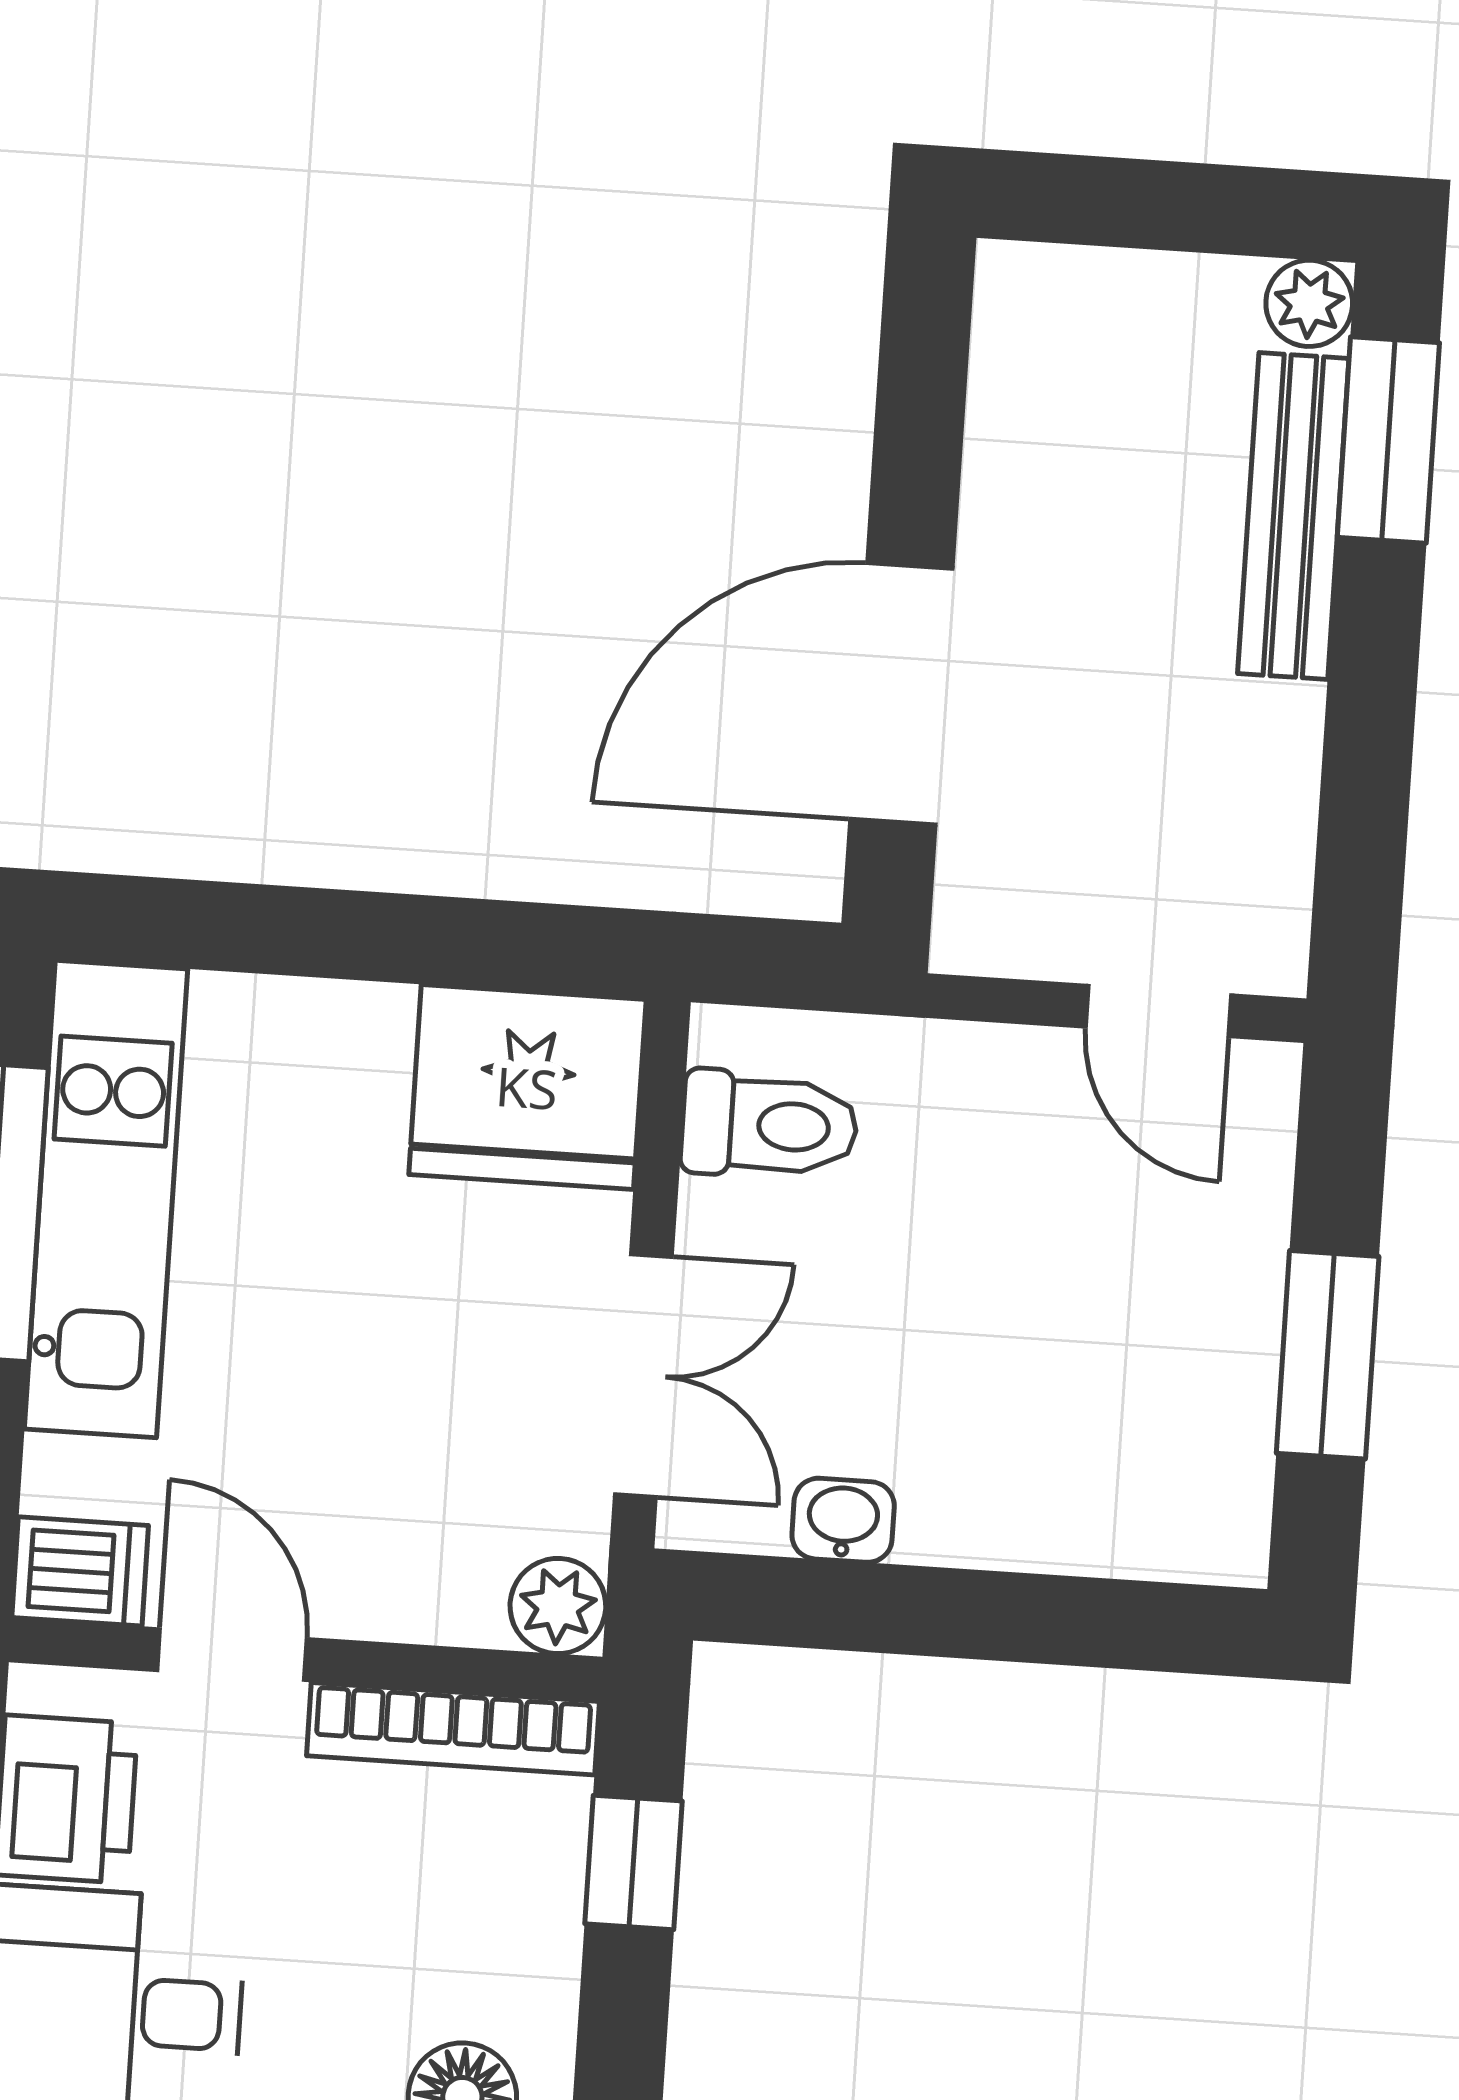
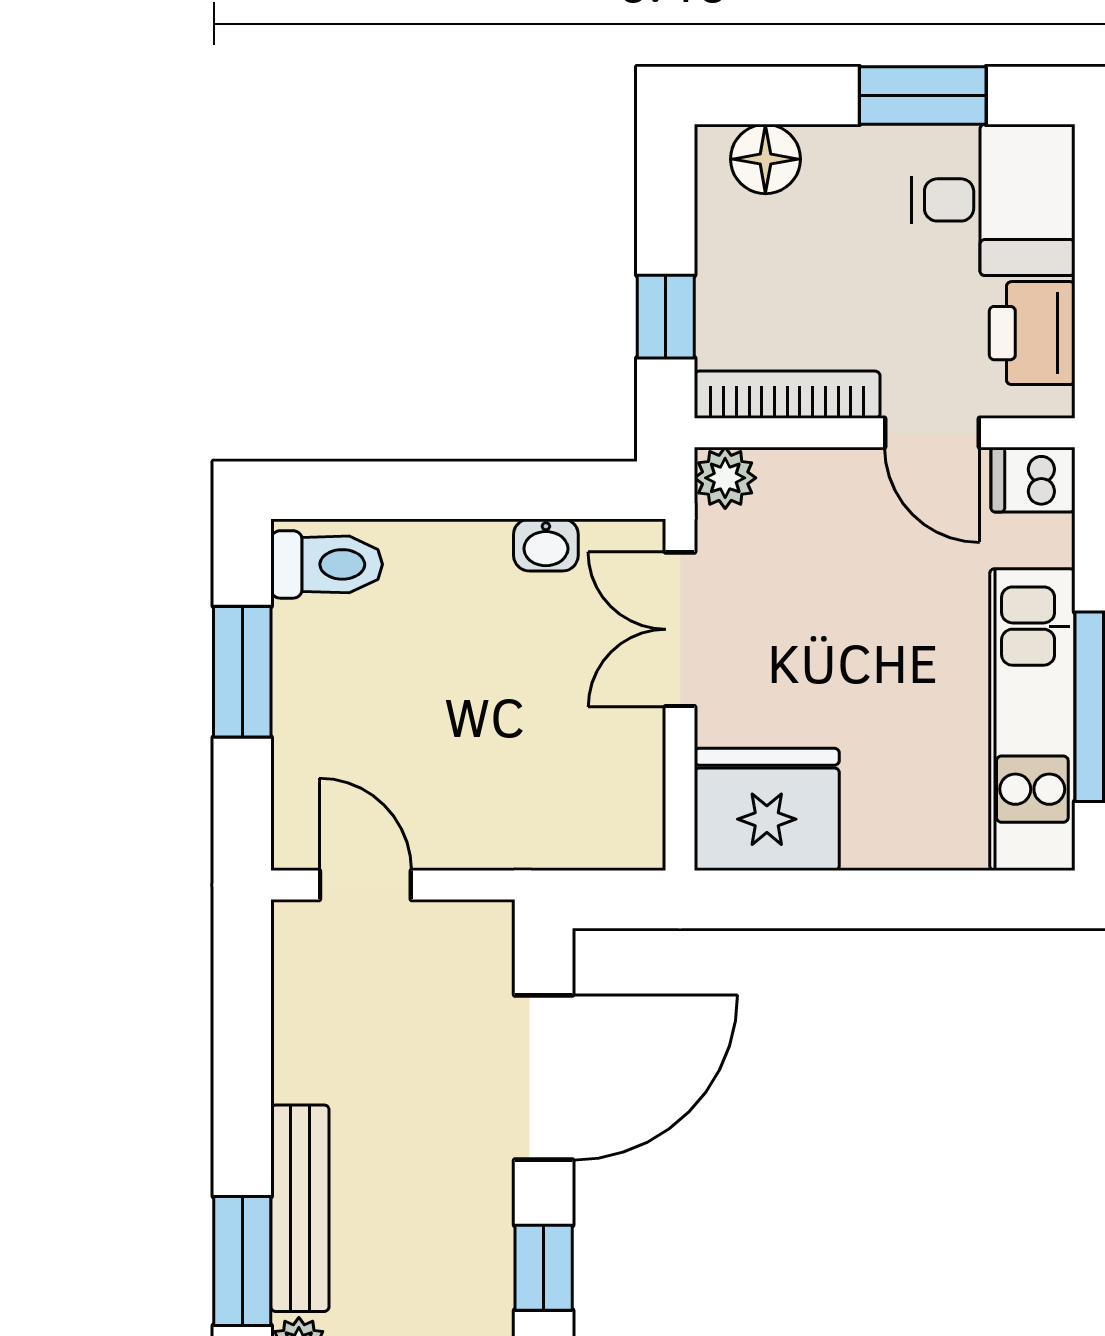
window: (921, 398) -> (544, 1268), added
toilet: (769, 1125) -> (327, 564), moved, turned 180

